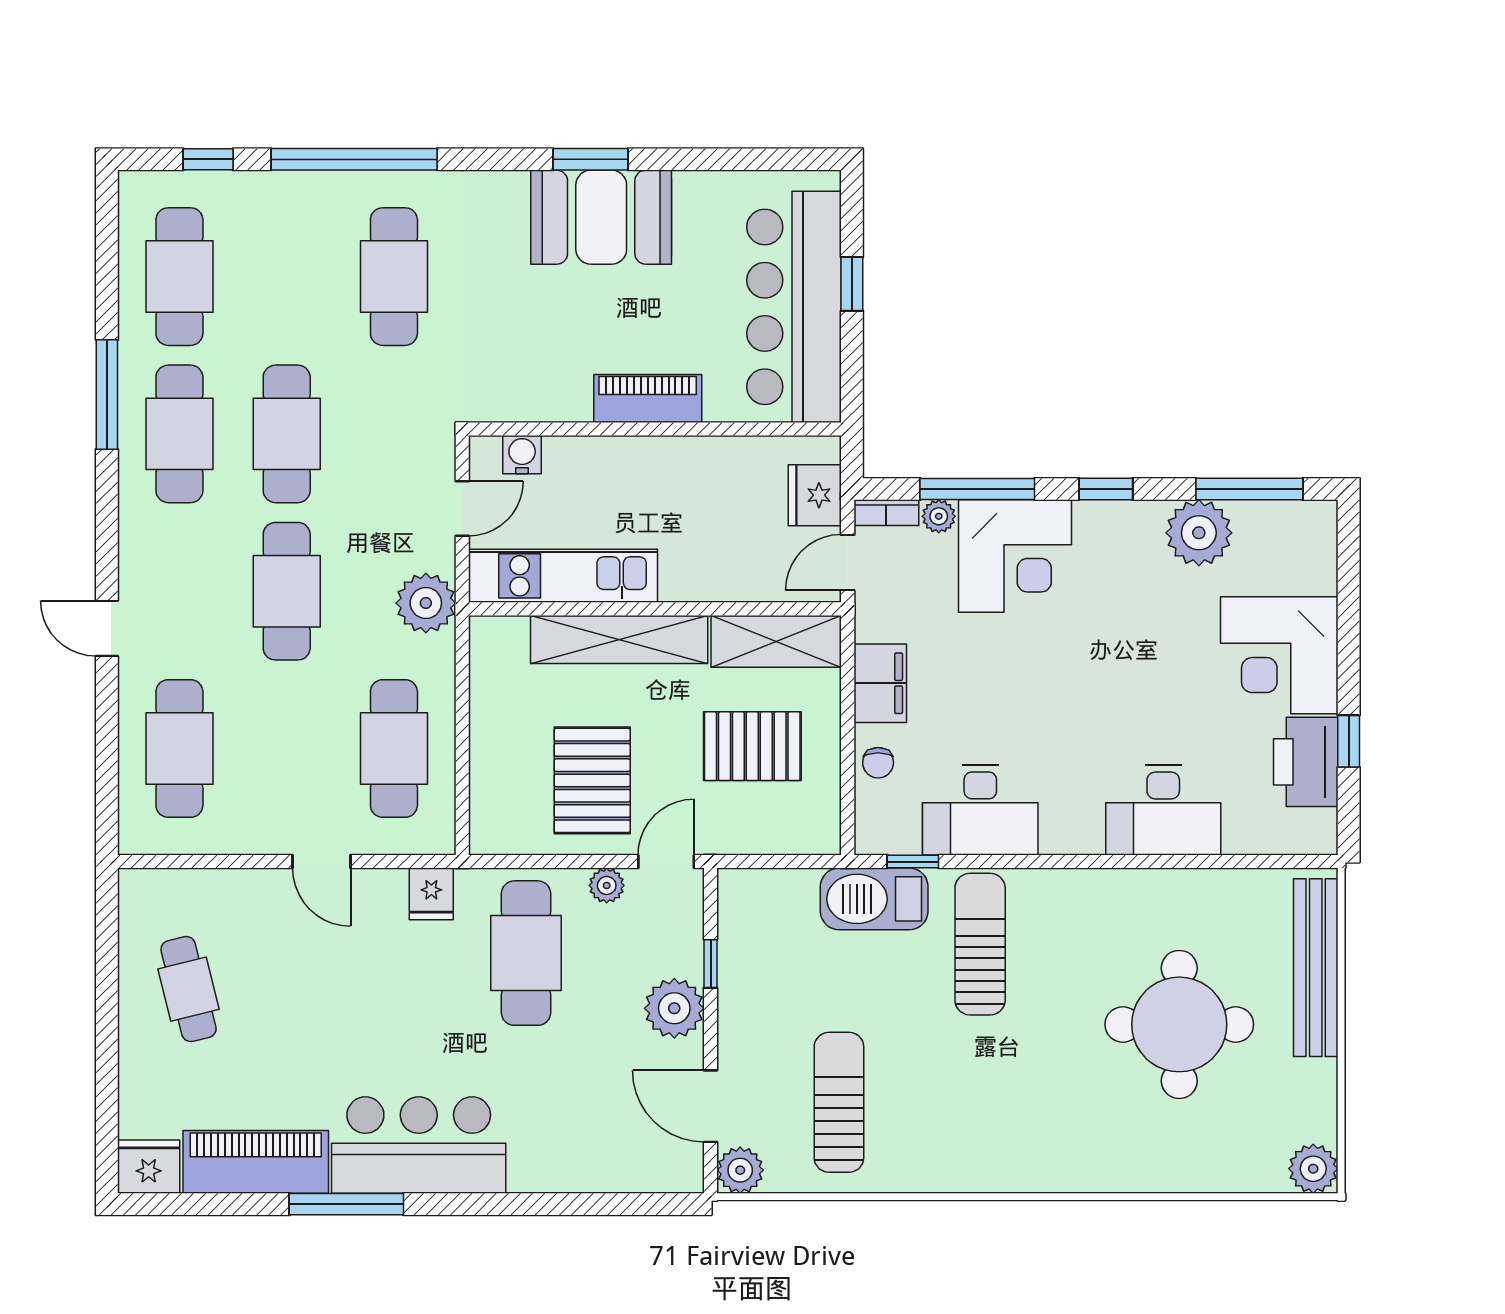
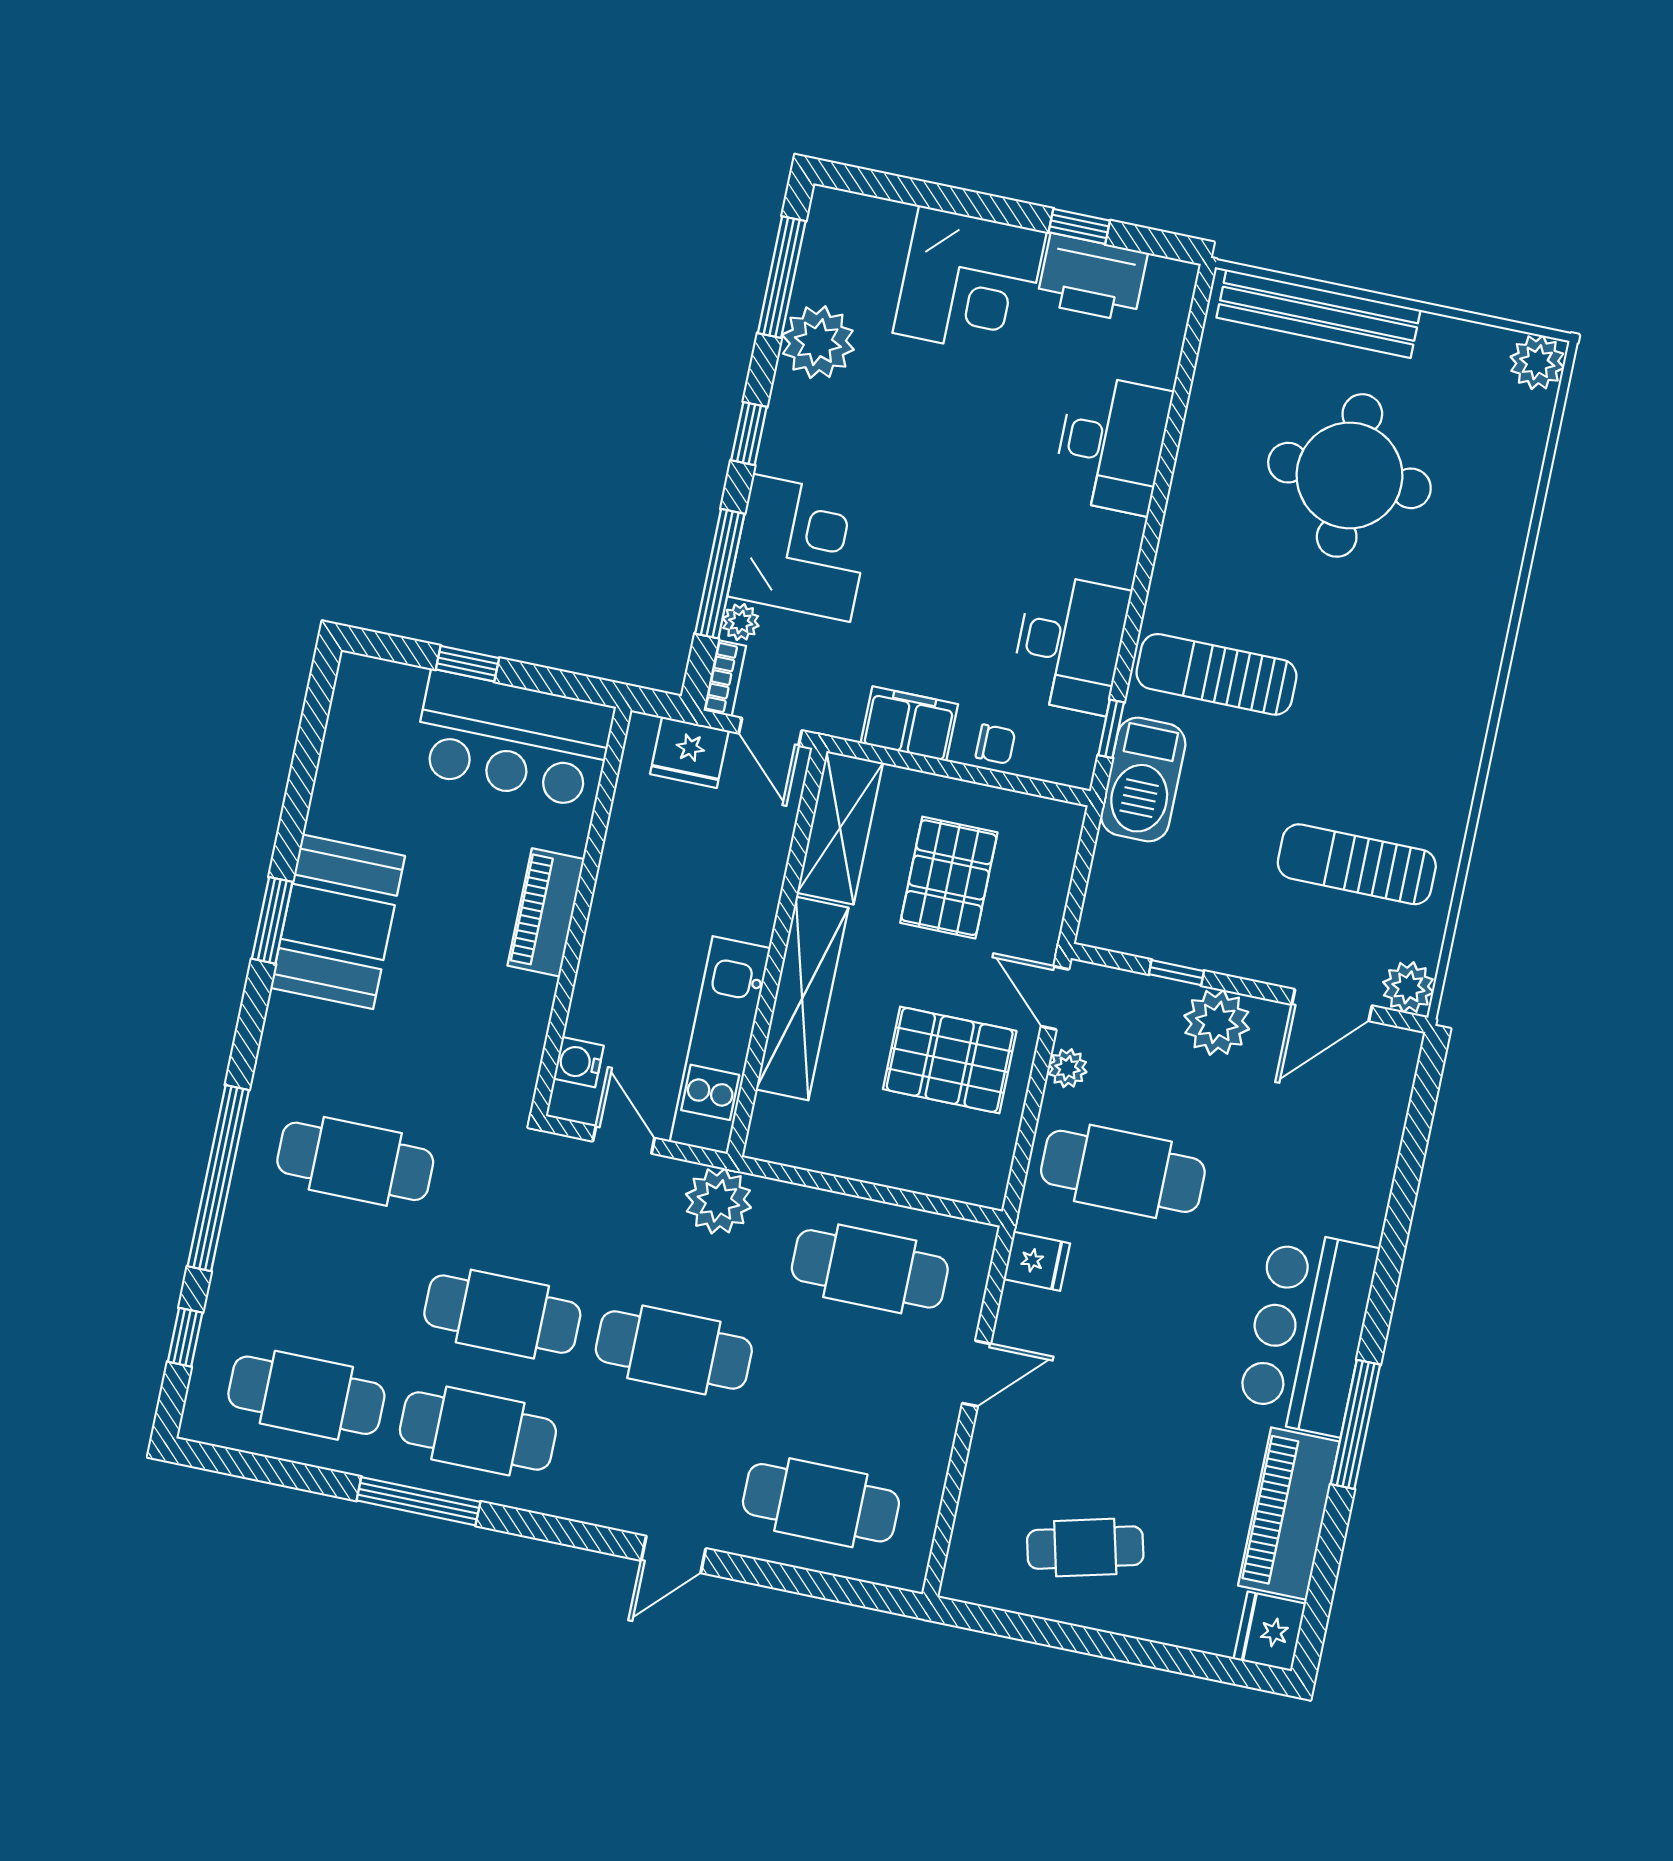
bar counter: (794, 307) -> (513, 739), width x0.73

